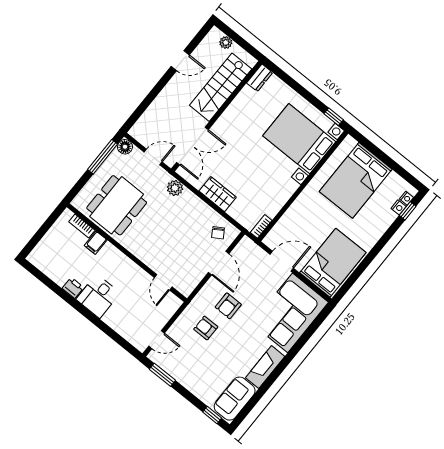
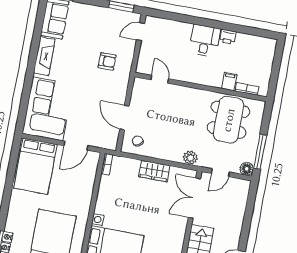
armchair: (228, 306) -> (99, 88), removed

